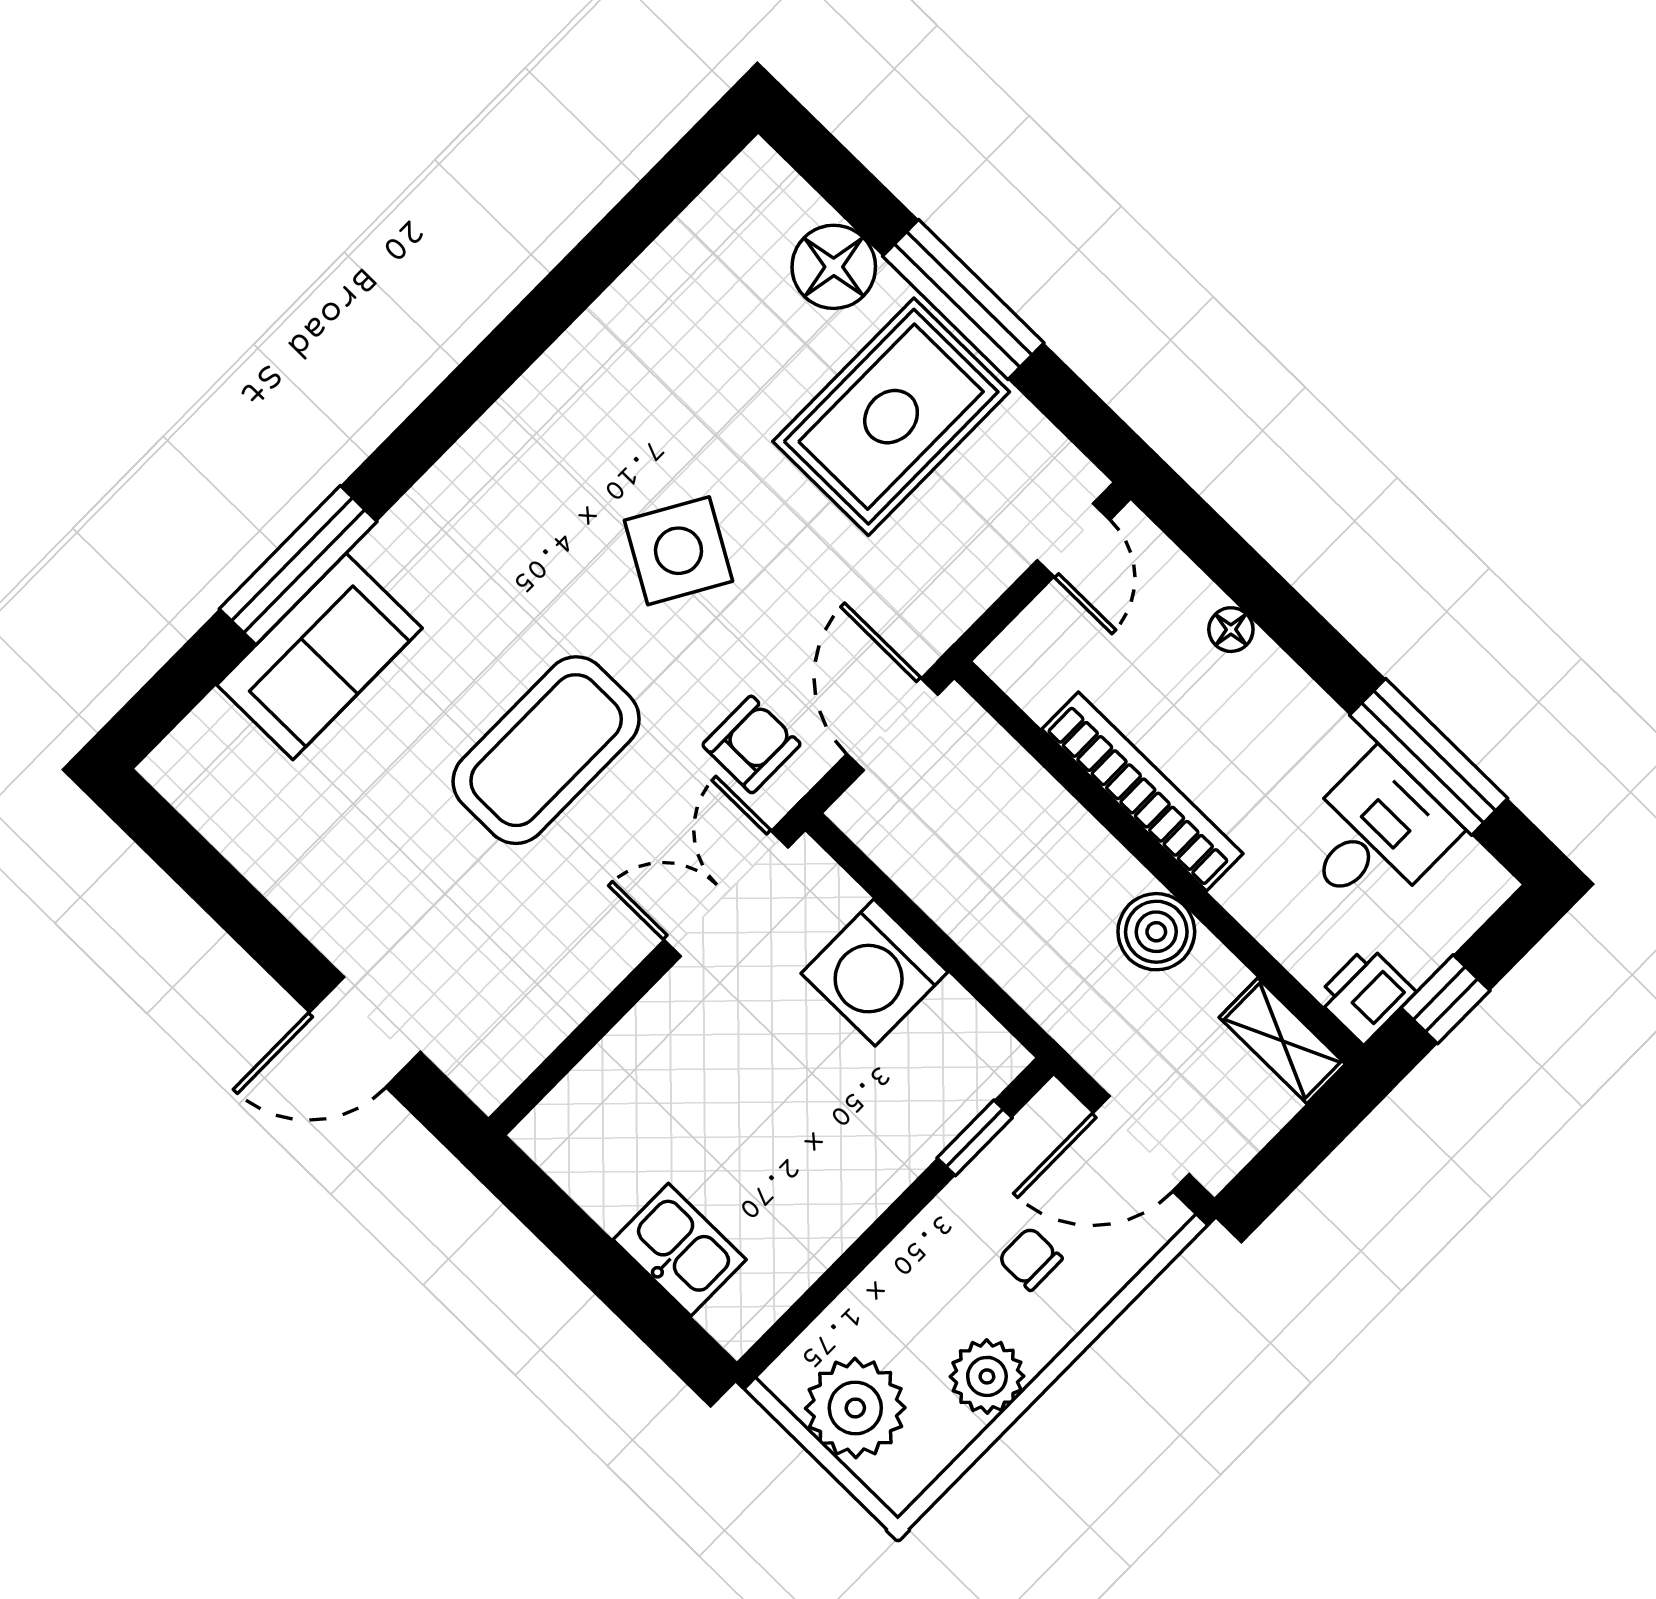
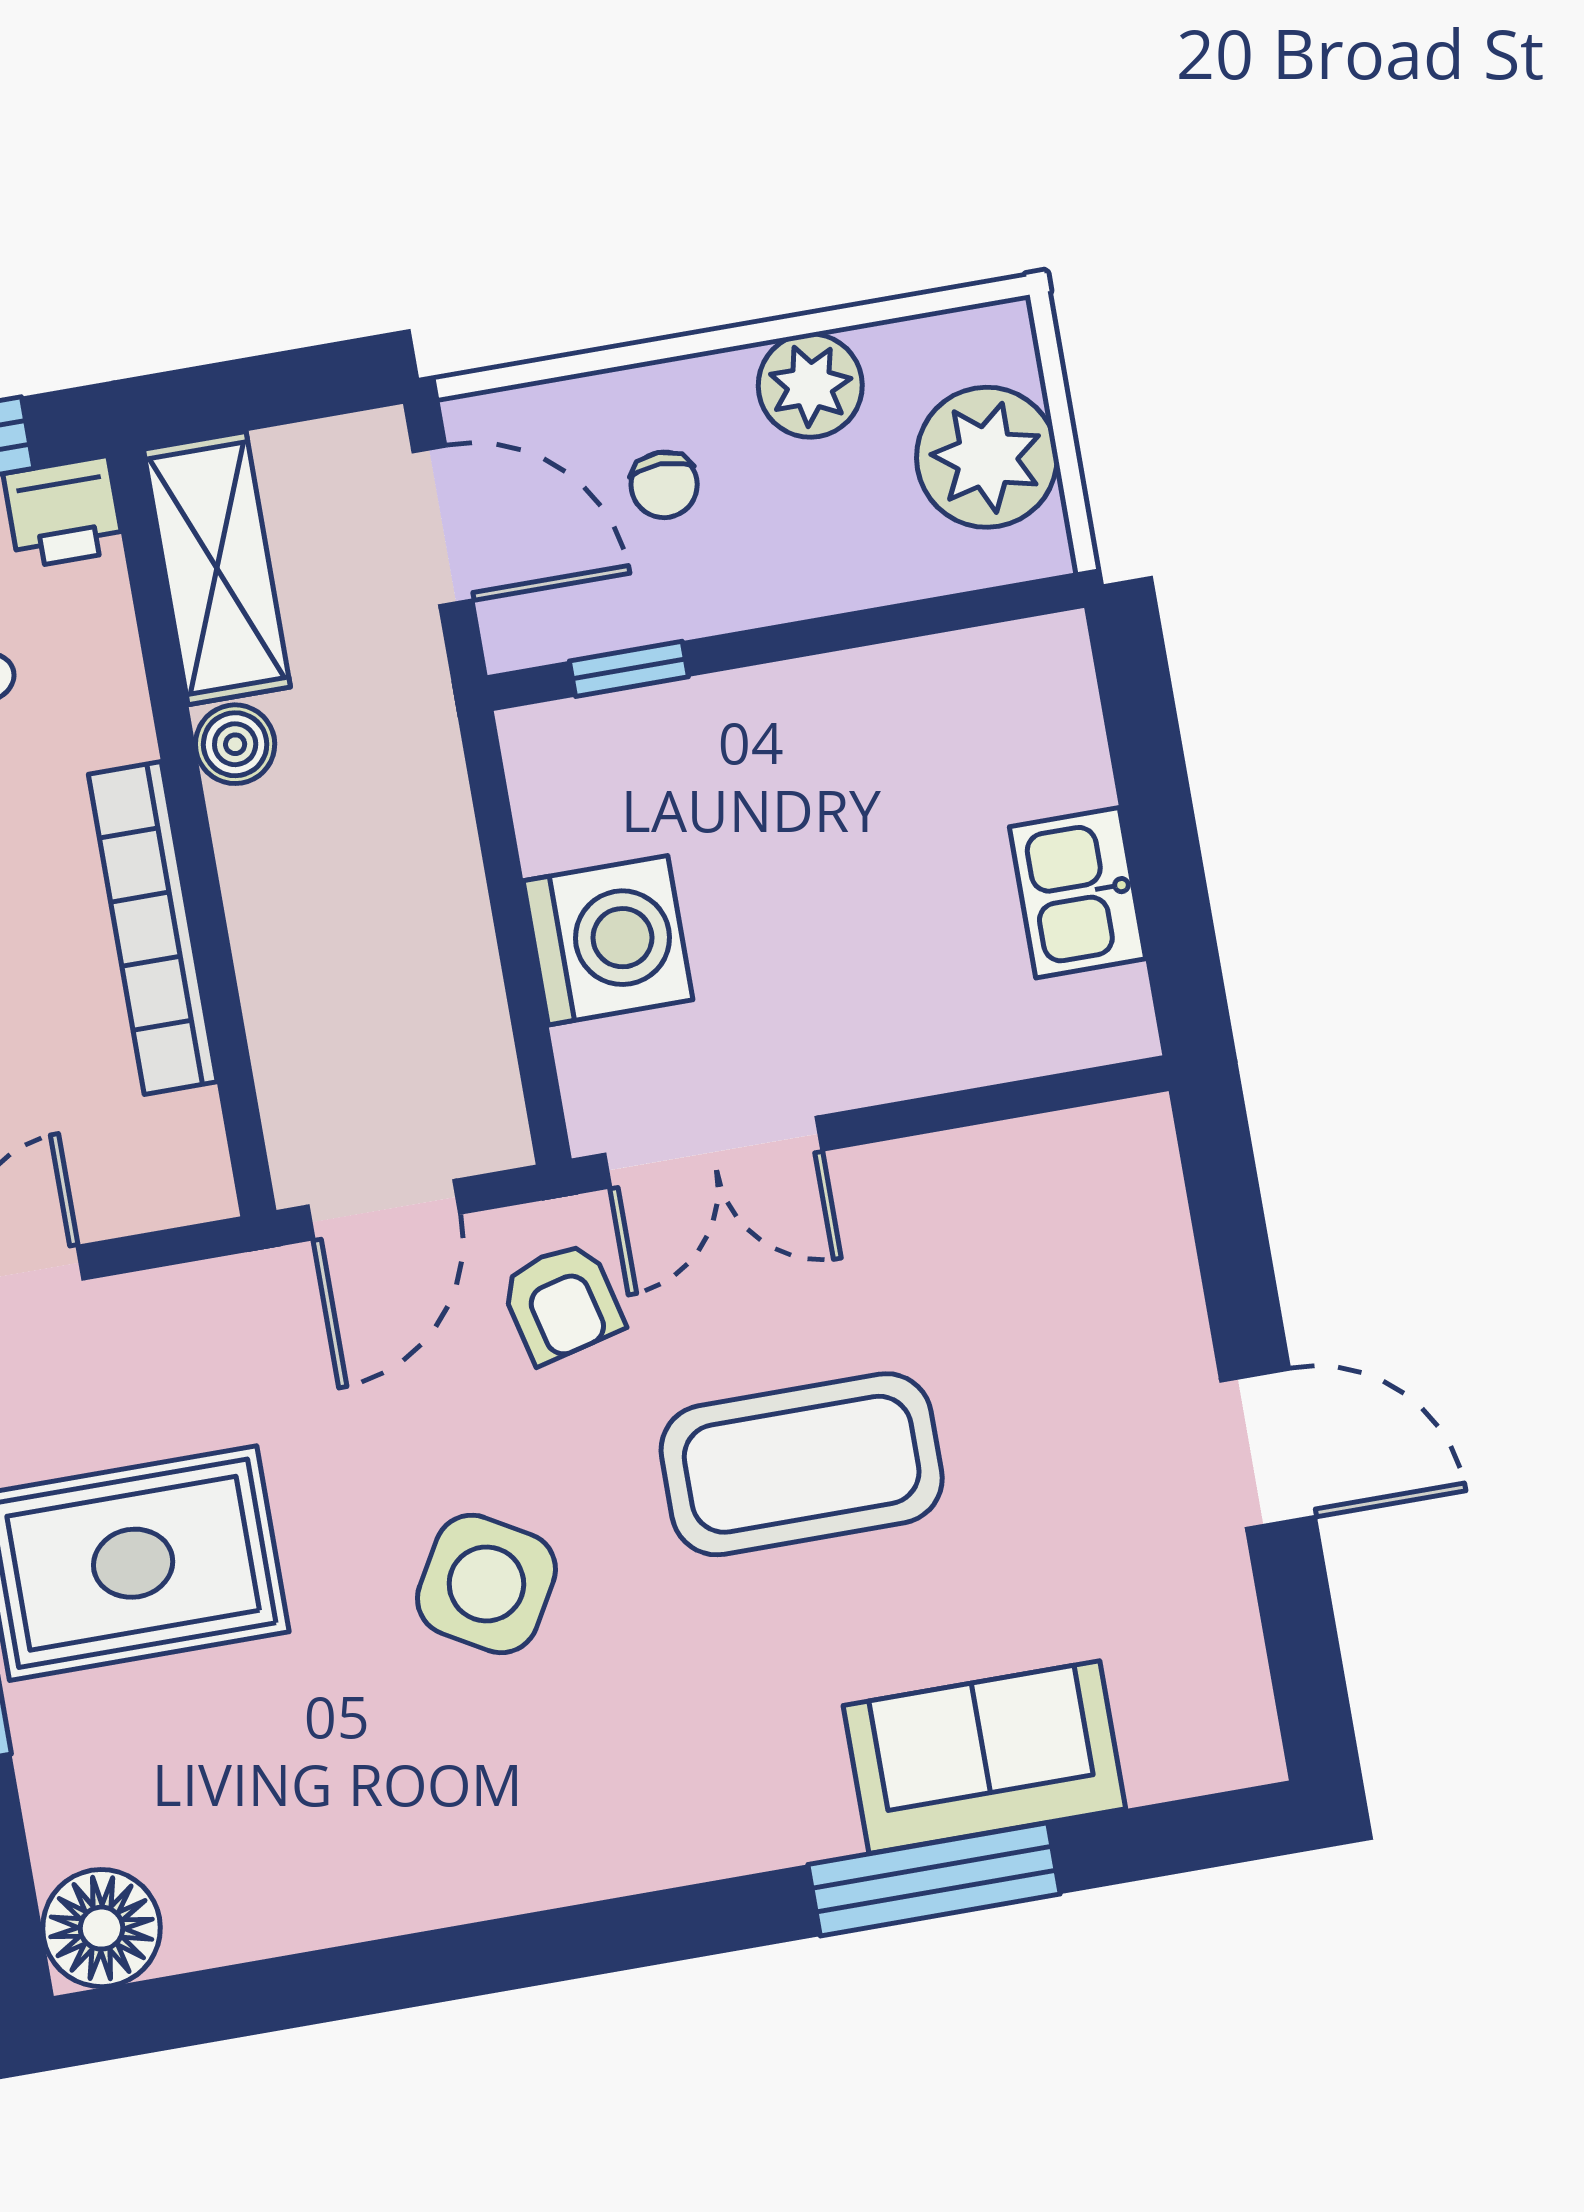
floor lamp: (834, 267) -> (101, 1928), moved
armchair: (751, 744) -> (562, 1302), turned -104
boiler: (1156, 932) -> (235, 744), width x0.73, depth x0.73
door: (365, 1032) -> (1268, 1449), moved
shelving: (1282, 1041) -> (217, 568), width x1.50, depth x1.33
kitchen sink: (680, 1250) -> (1077, 893), moved

